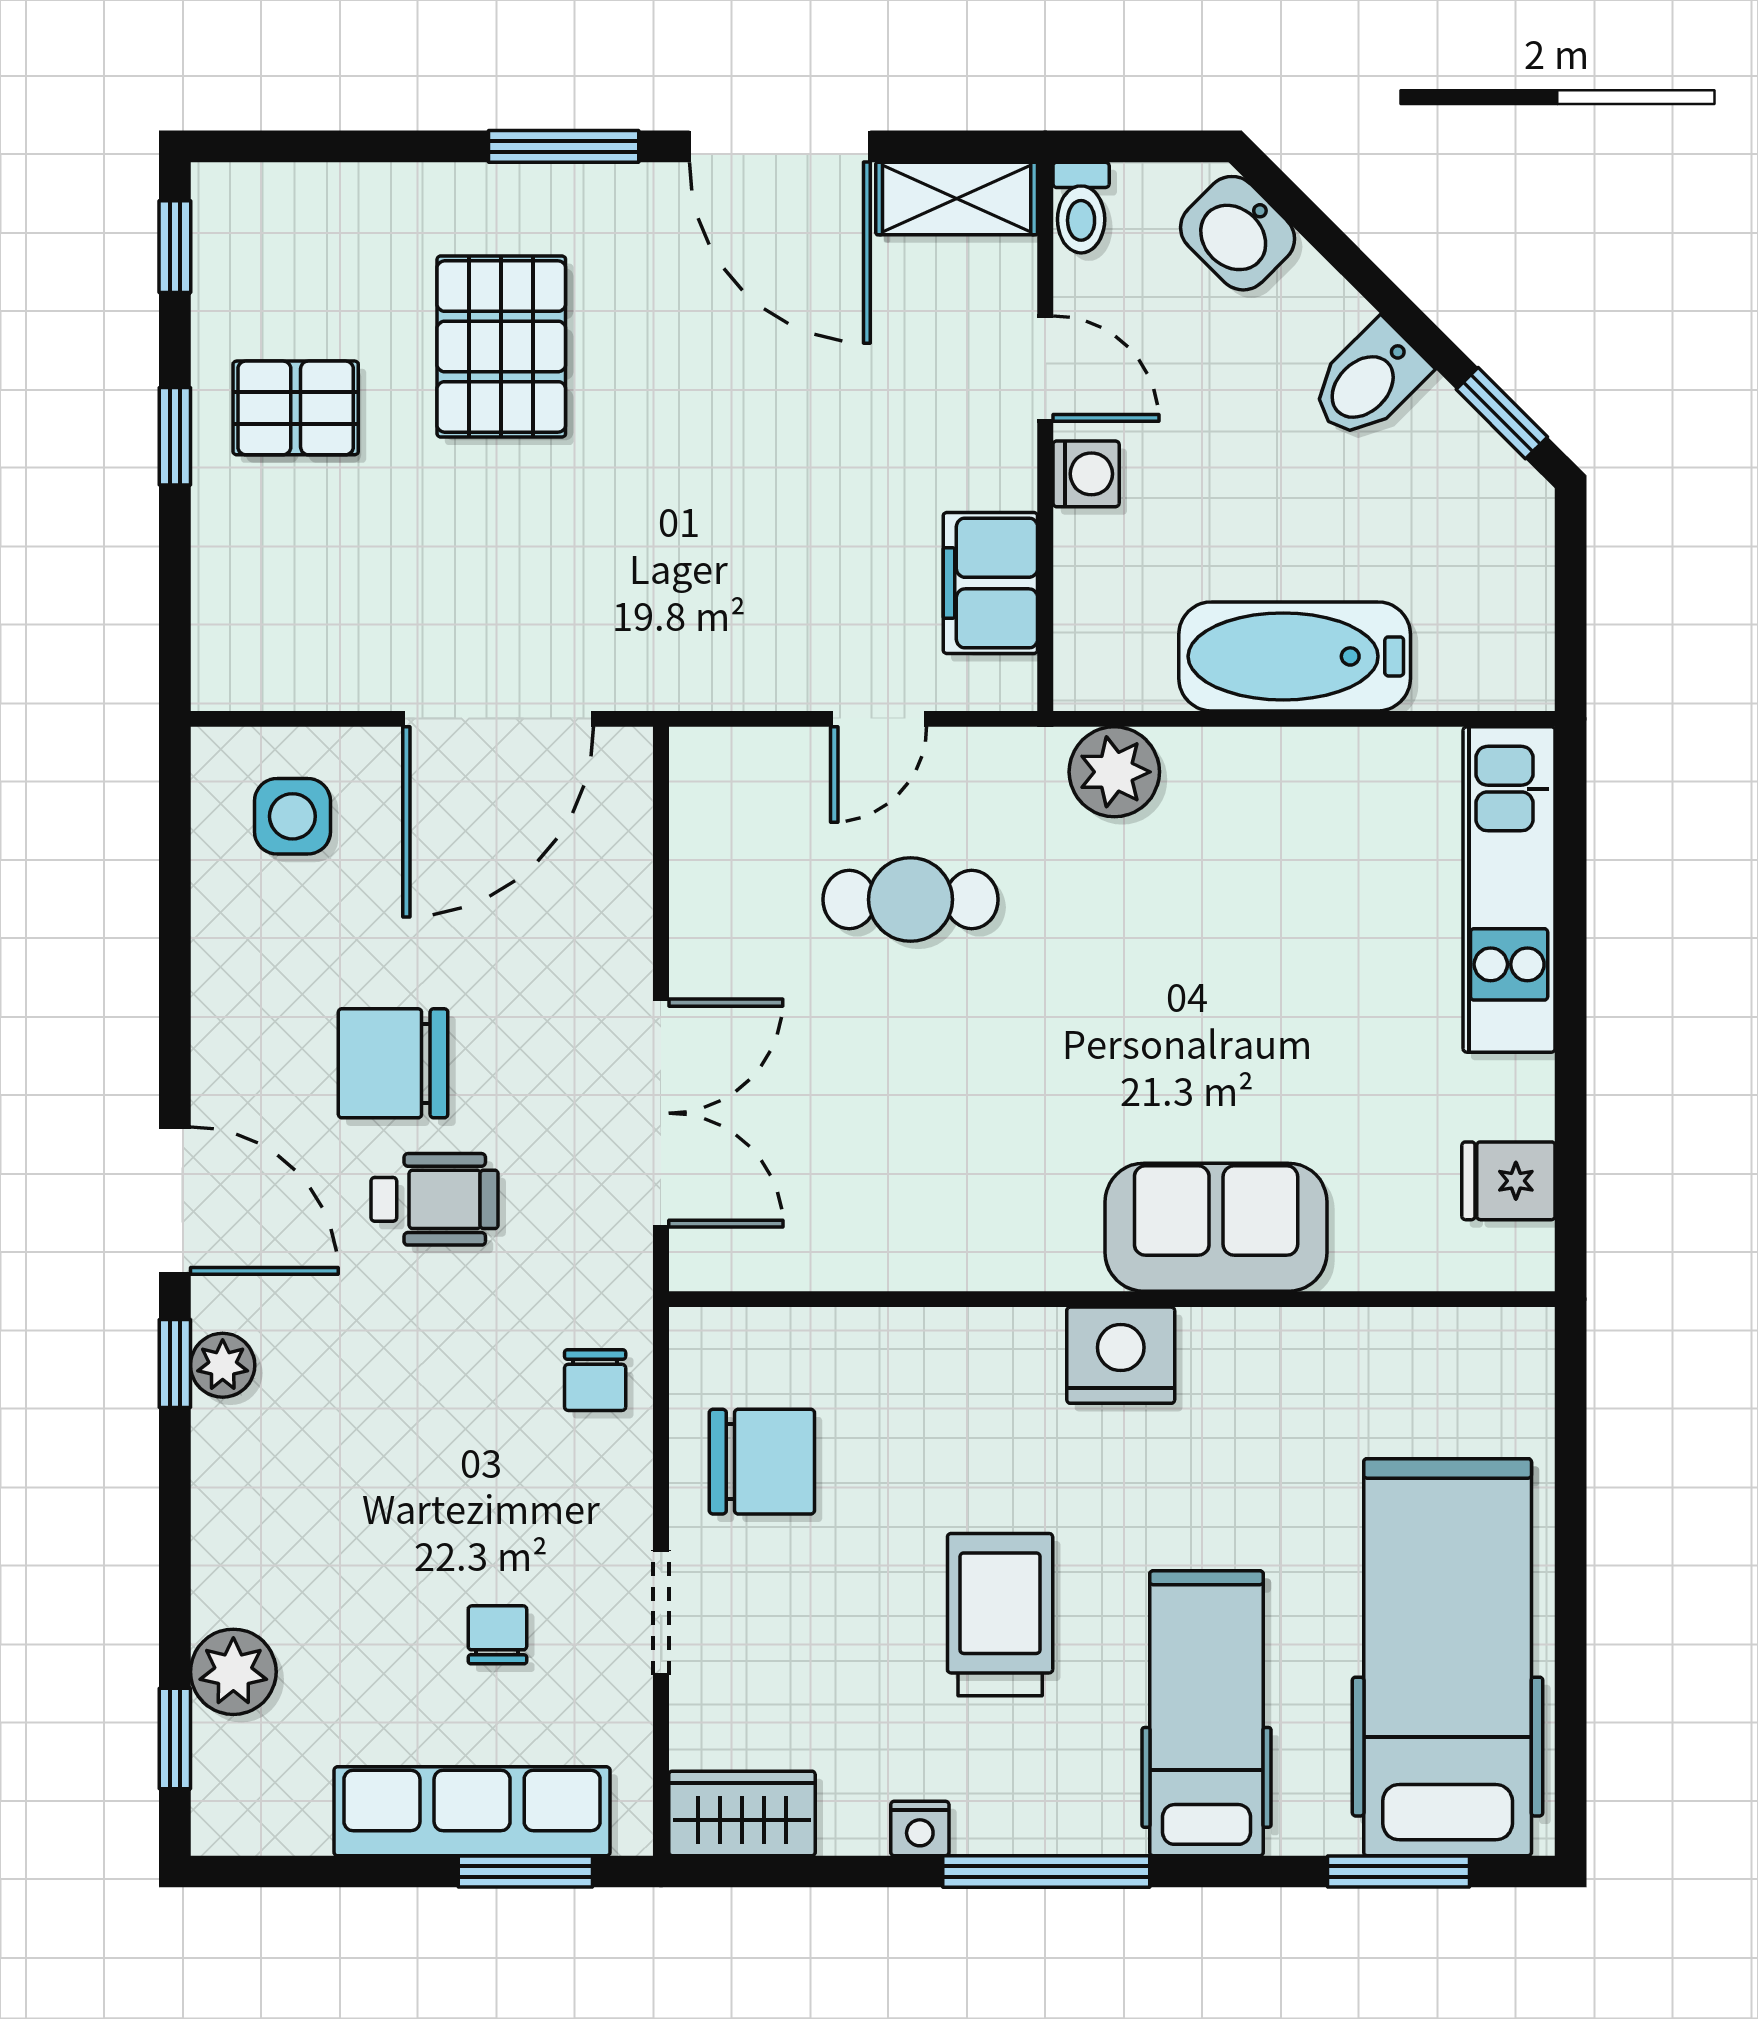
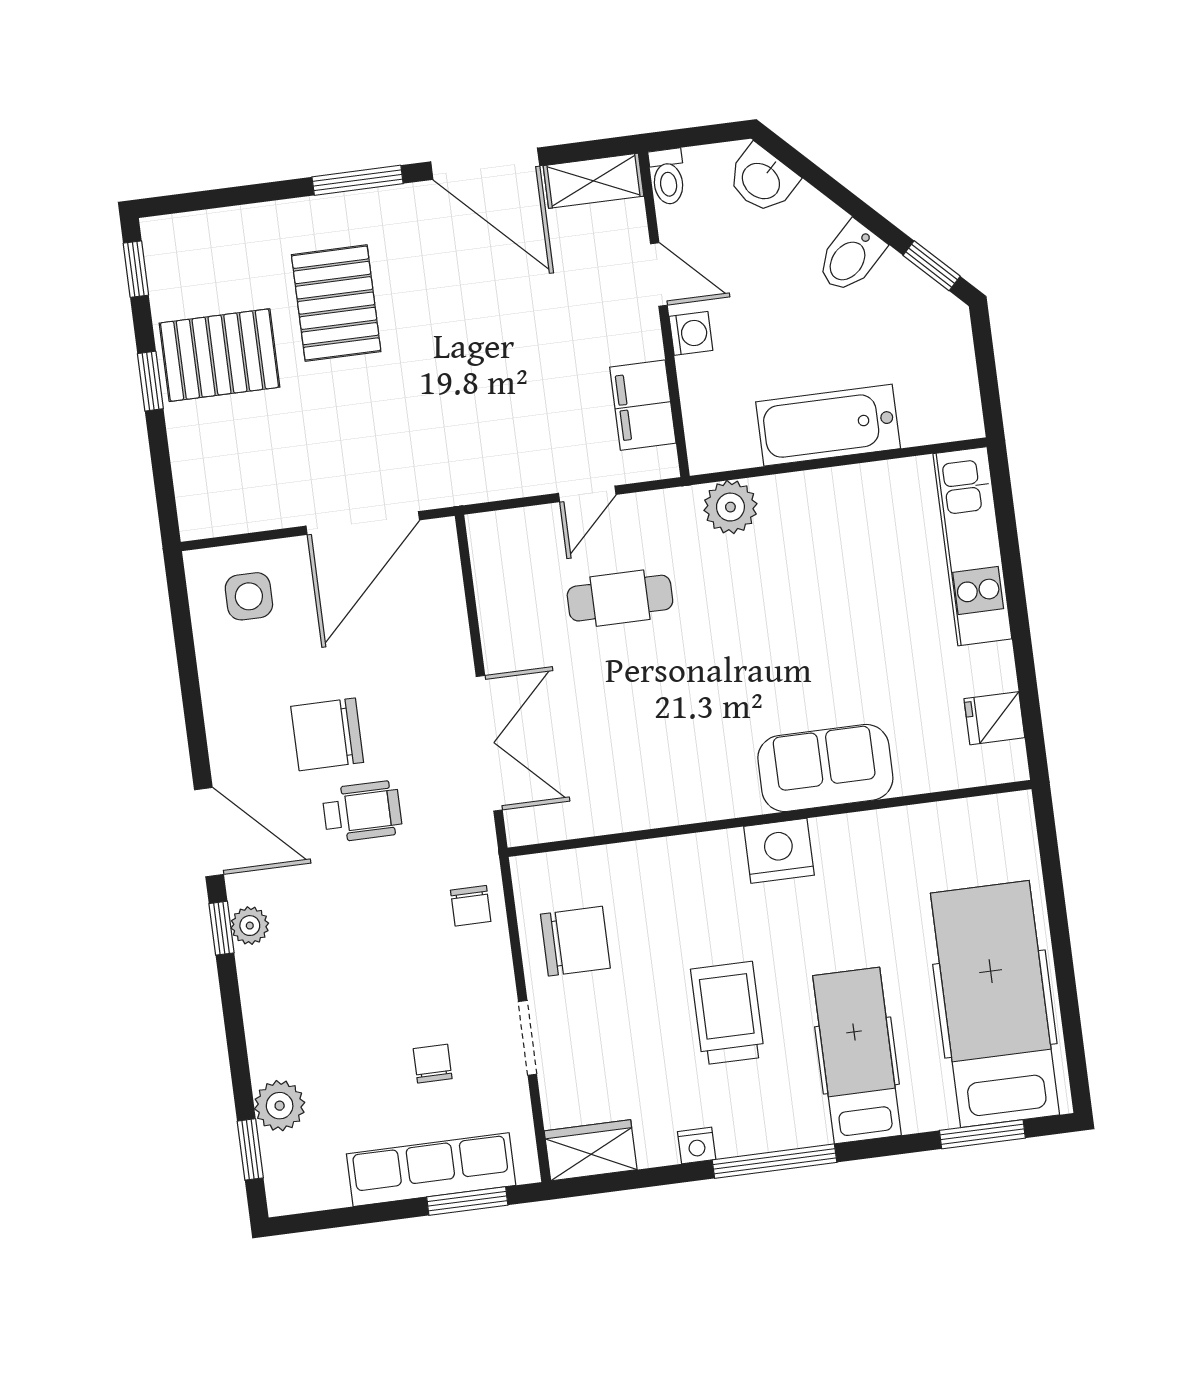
pallet: (296, 408) -> (220, 355), width x1.50, depth x1.42

